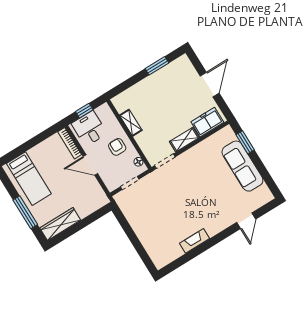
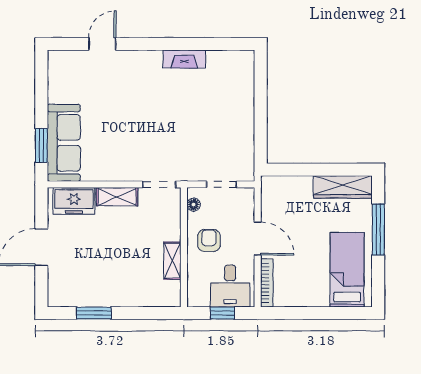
armchair: (117, 147) -> (209, 241), turned 180
sofa: (242, 166) -> (64, 143), moved

